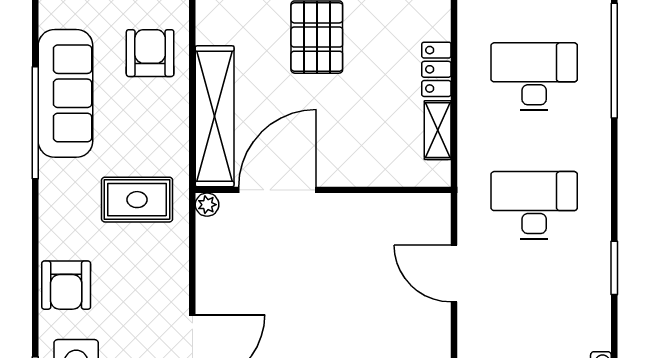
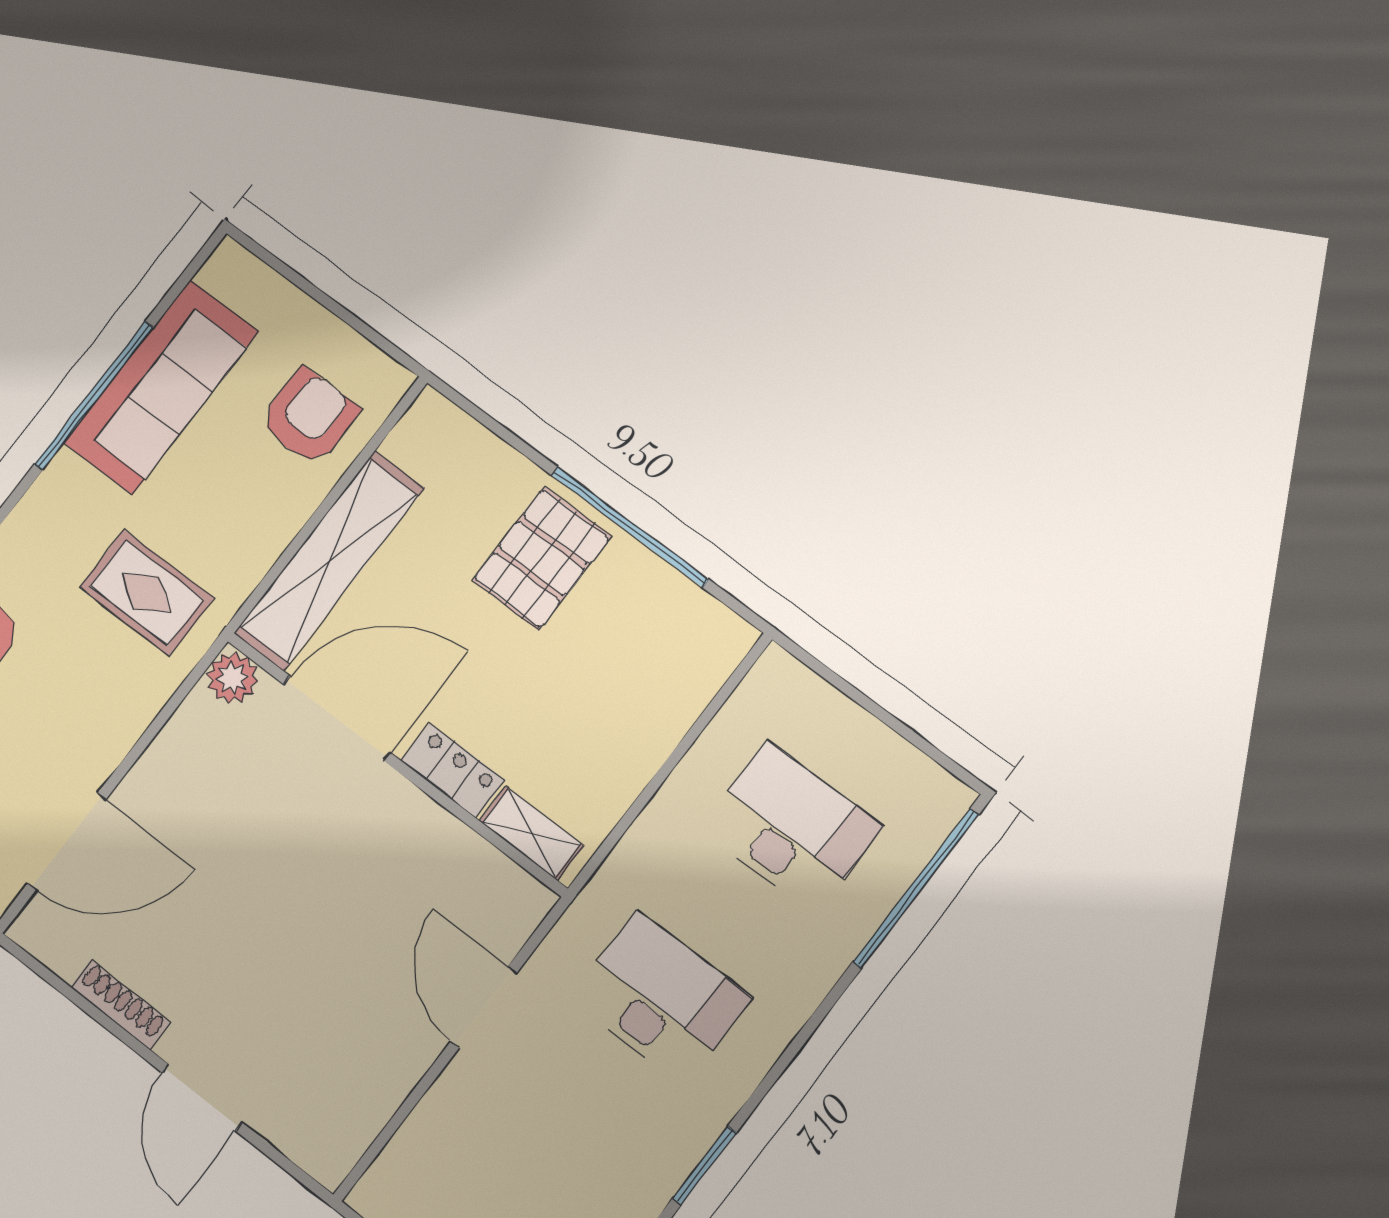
locker: (436, 69) -> (453, 770), moved, turned 90
shelving: (438, 130) -> (532, 833), moved, turned 90
plant: (207, 205) -> (232, 678), width x1.38, depth x1.38

